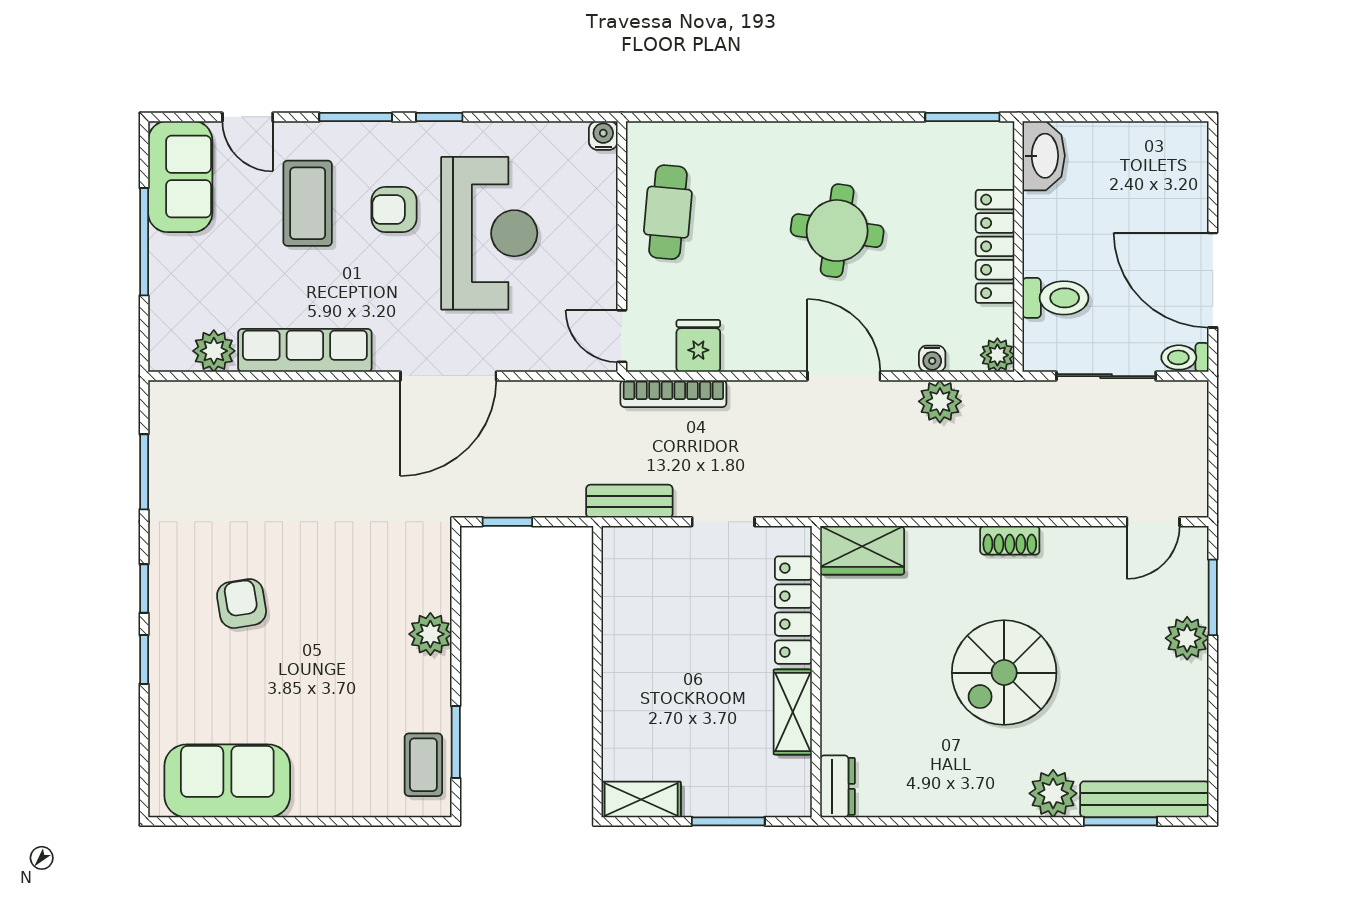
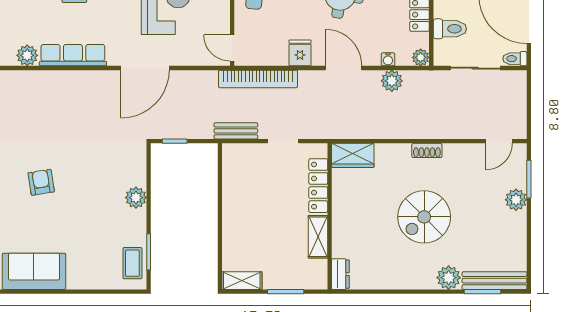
fridge: (698, 346) -> (300, 53), moved
bookcase: (673, 394) -> (258, 79), width x1.48, depth x1.31

